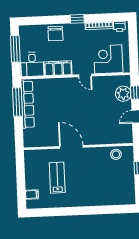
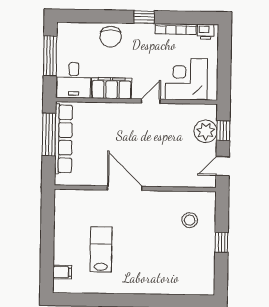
door: (85, 75) -> (151, 101), swing flipped
door: (71, 147) -> (125, 188), moved
wall: (78, 147) -> (135, 188), moved

